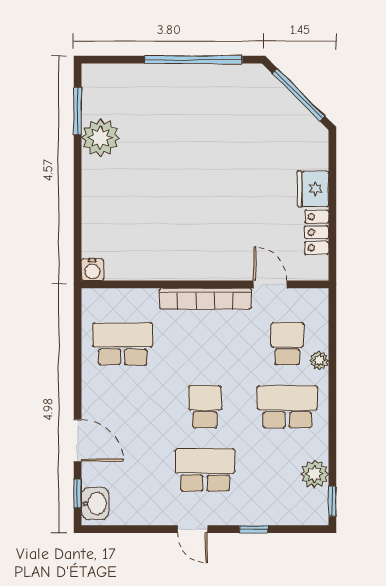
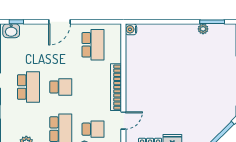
plant: (100, 138) -> (203, 29), width x0.53, depth x0.53
door: (78, 440) -> (60, 22), moved

